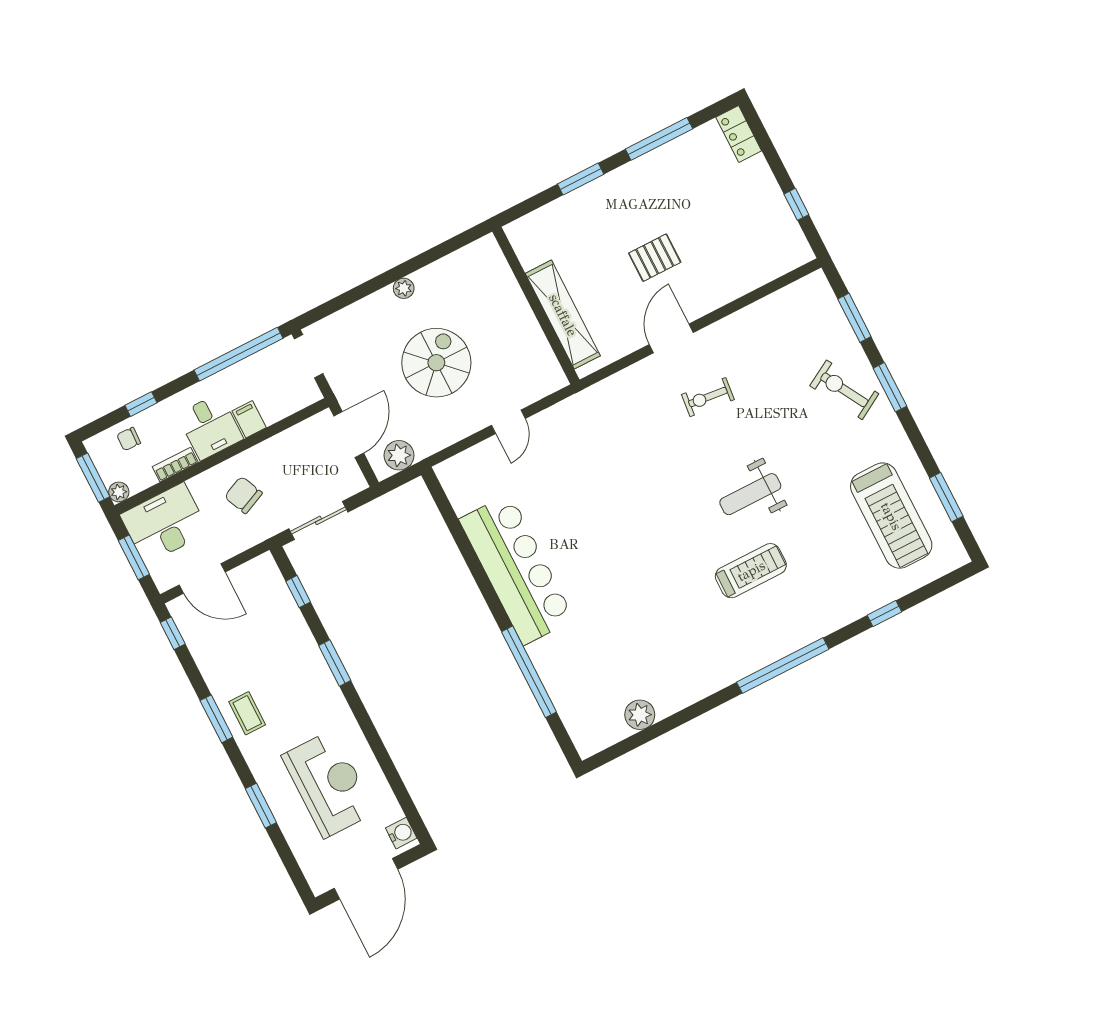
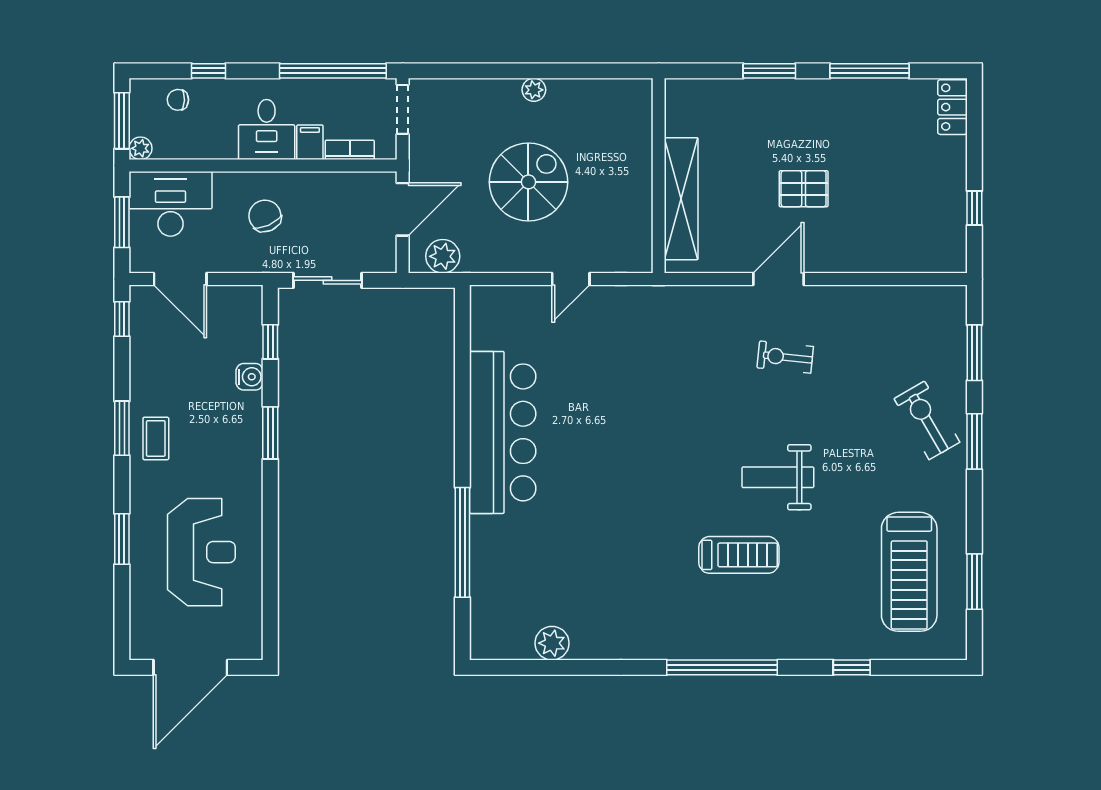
bookcase: (175, 465) -> (350, 150), moved
water cooler: (401, 833) -> (250, 377), moved

